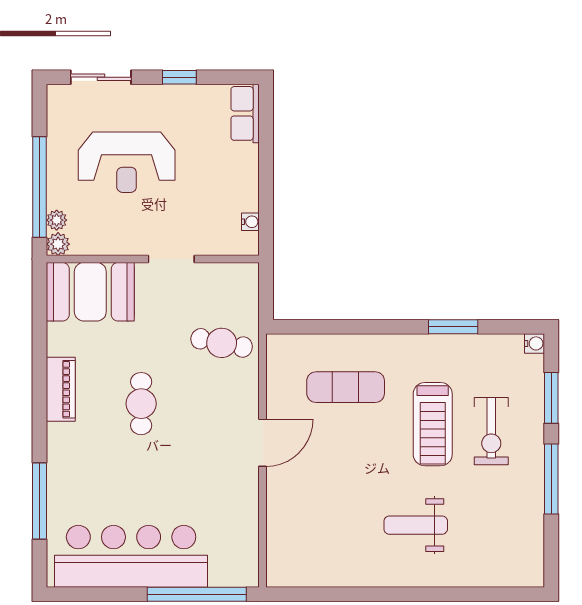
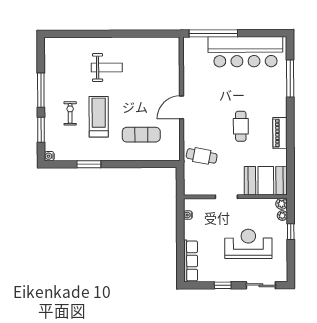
row of seats: (245, 113) -> (191, 261), width x1.48
window: (40, 187) -> (291, 232), width x0.32
exercise bike: (491, 431) -> (70, 113), width x0.73, depth x0.72

